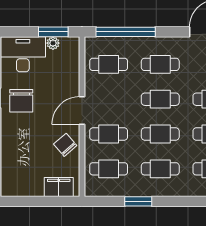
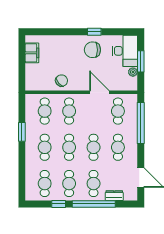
window: (53, 32) -> (141, 61), moved
door: (82, 111) -> (99, 92), moved
filing cabinet: (59, 187) -> (32, 53), moved

